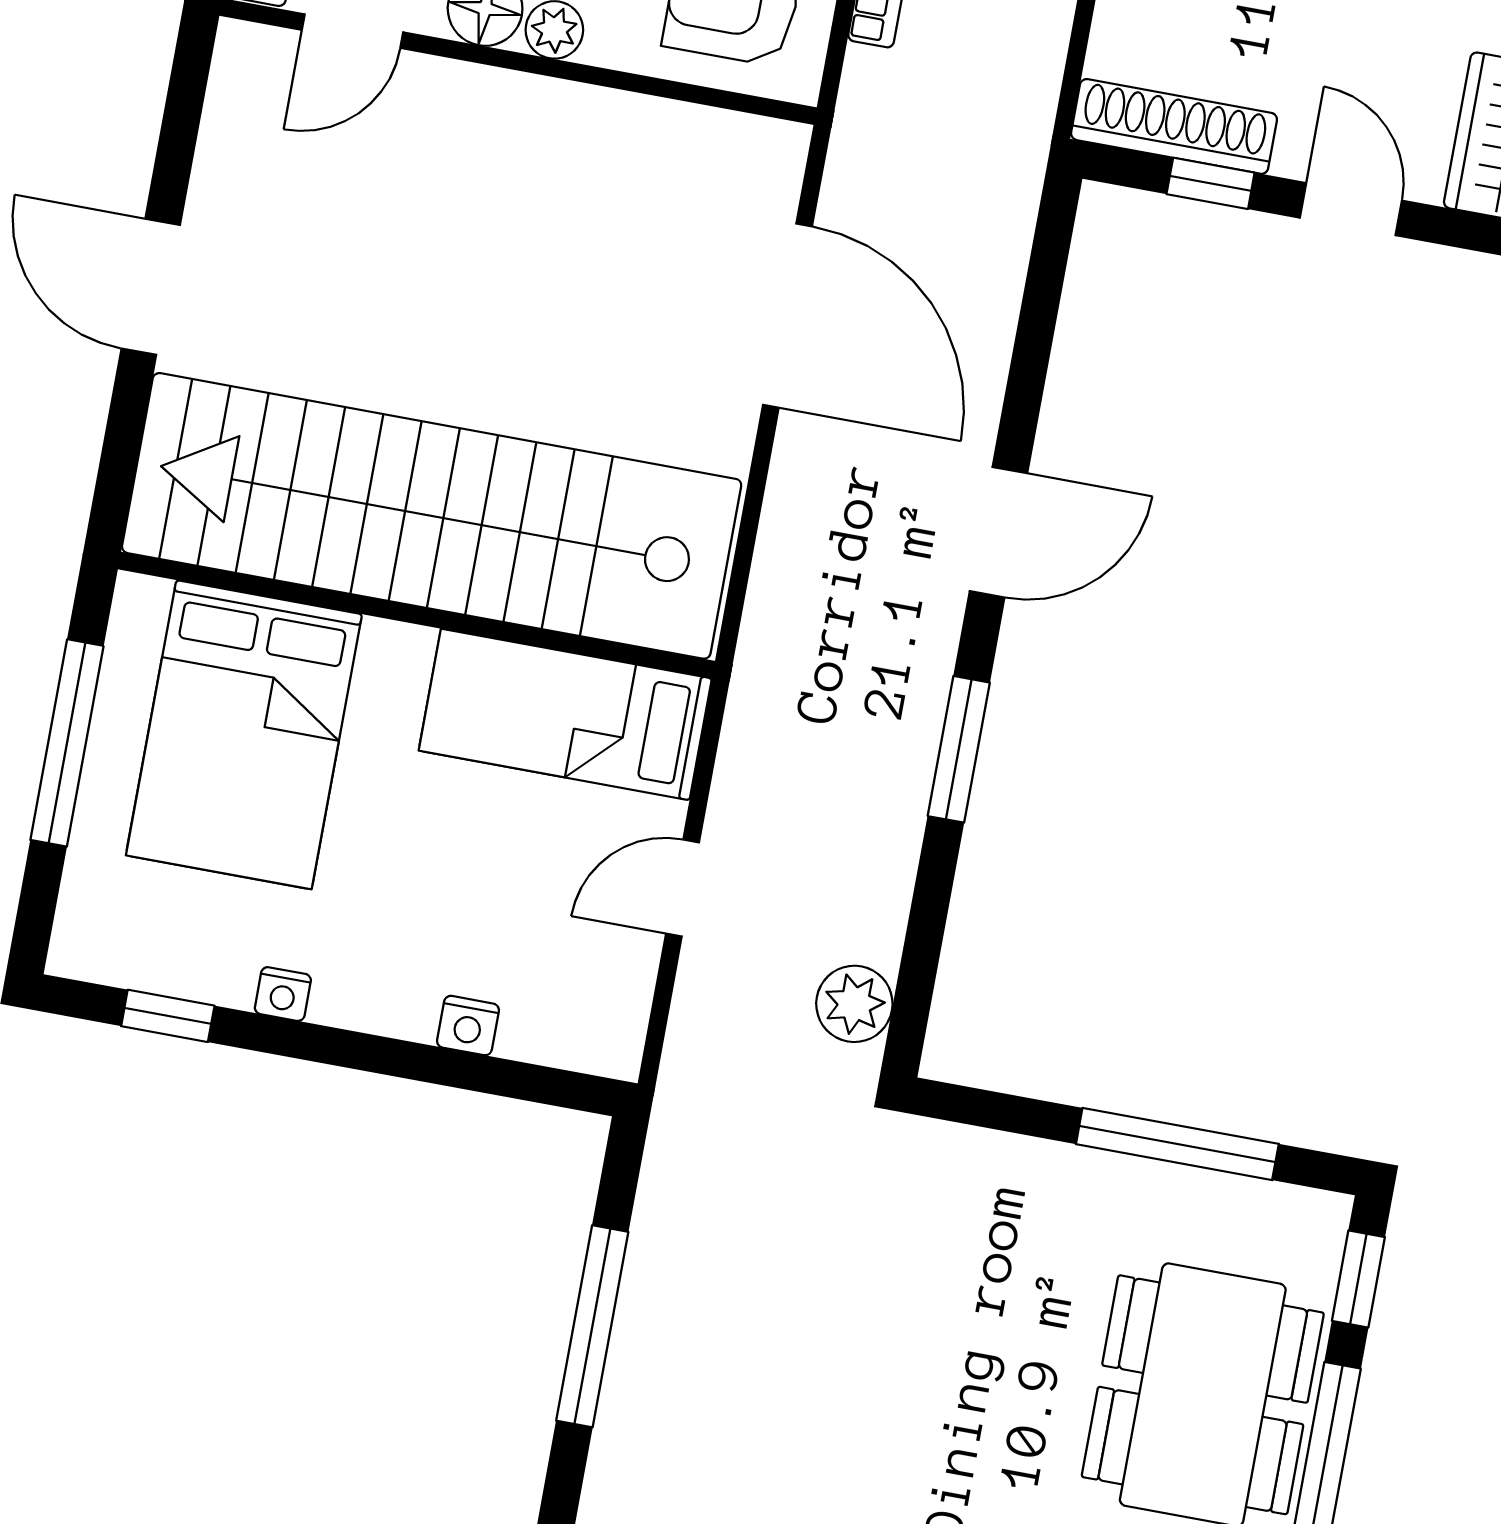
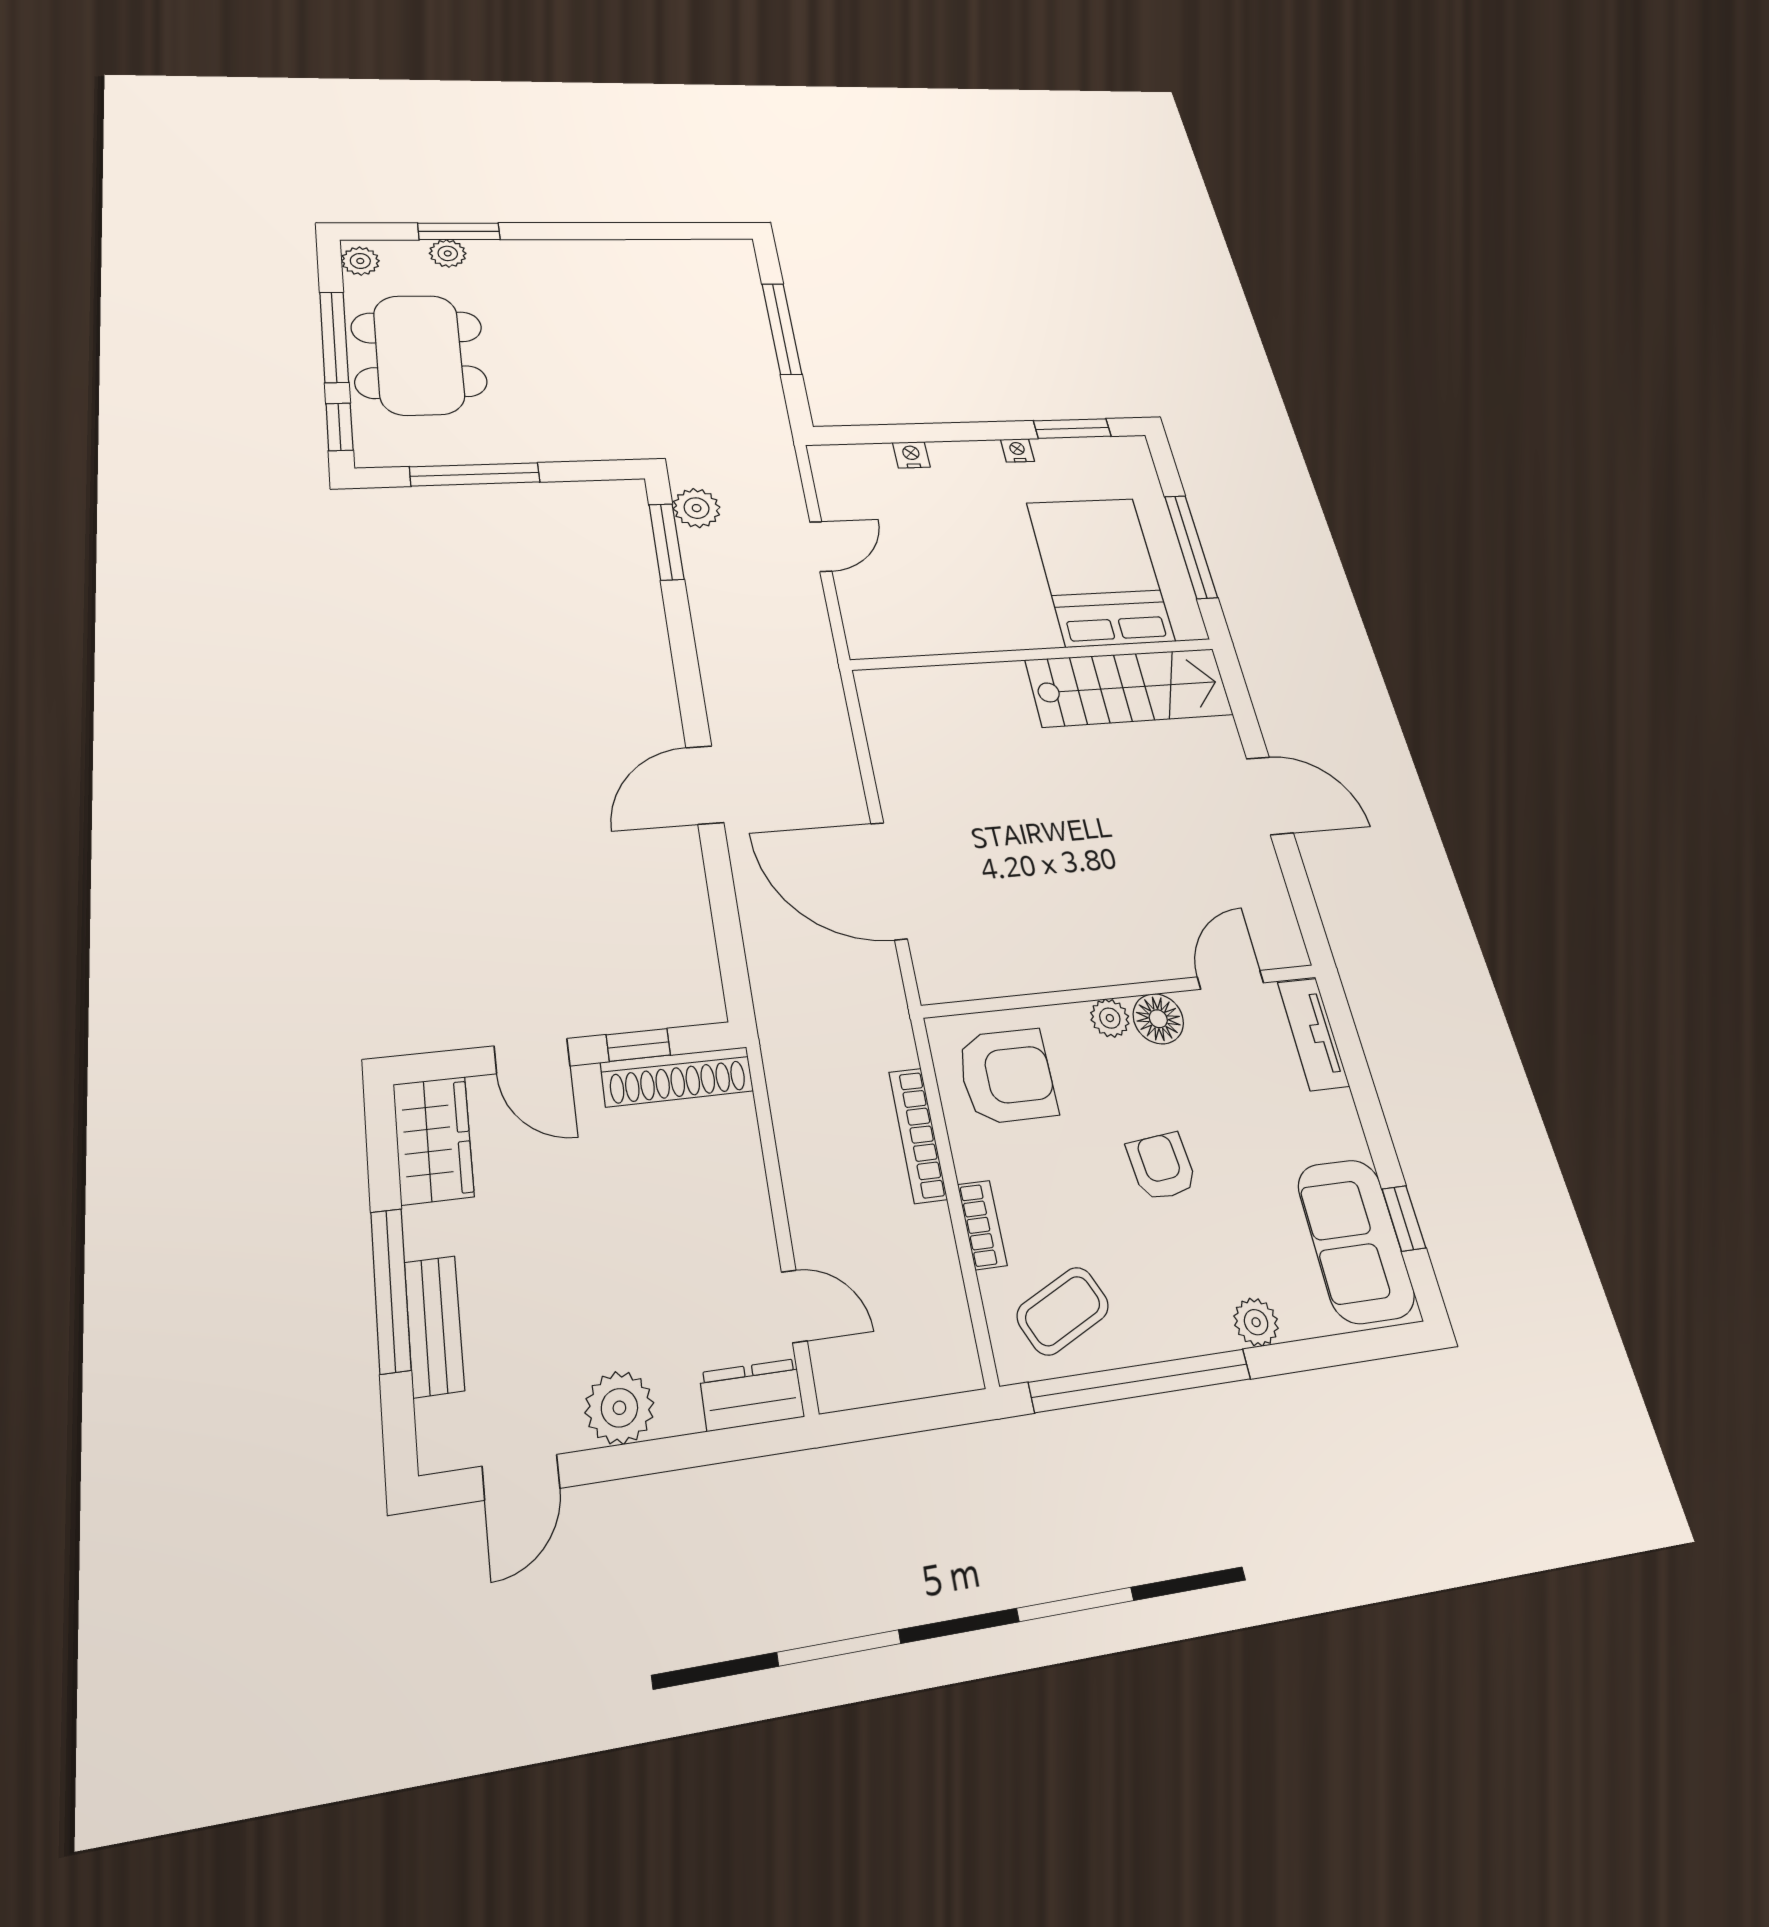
stairs: (432, 516) -> (1129, 687), width x0.54, depth x0.66
bed: (565, 714) -> (927, 621), removed
window: (959, 749) -> (667, 542), moved
window: (168, 1016) -> (1072, 429), width x1.50

